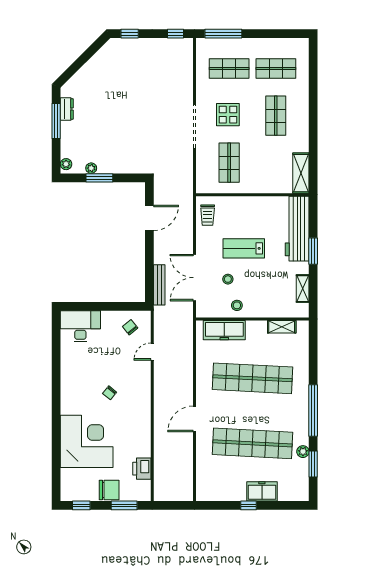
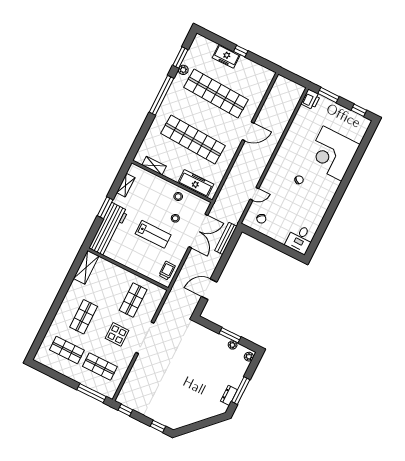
desk: (80, 326) -> (300, 239), width x0.73
printer: (142, 469) -> (311, 99), moved
chair: (109, 490) -> (334, 111), removed

